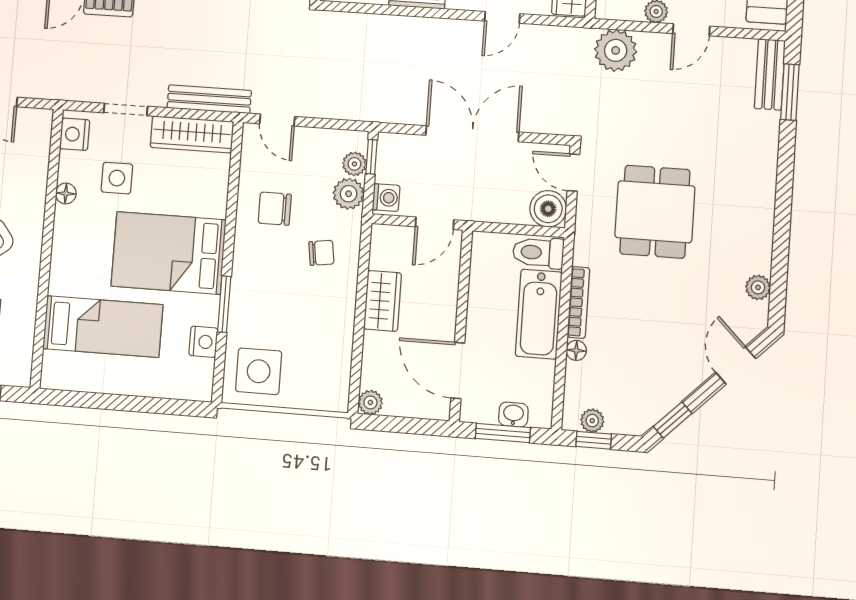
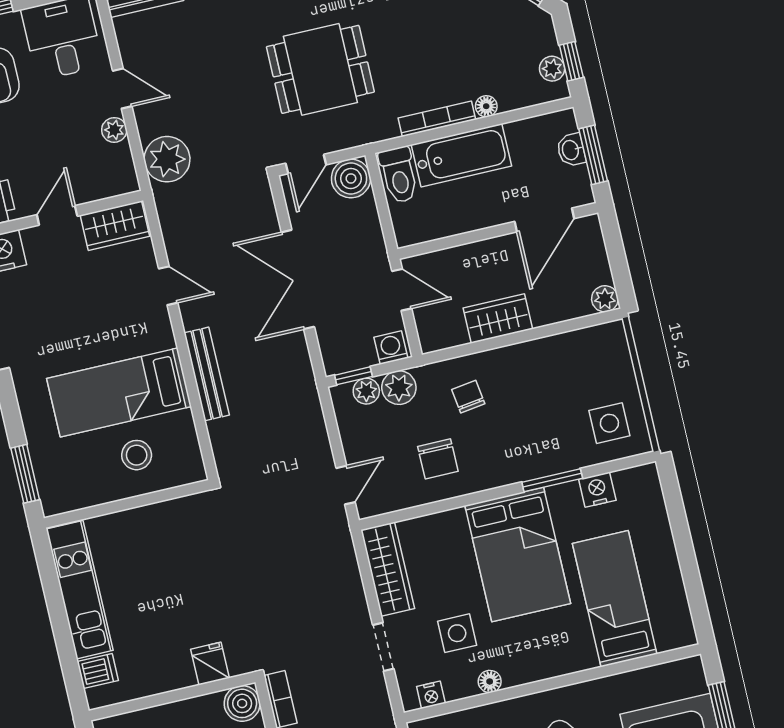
bench: (209, 99) -> (207, 374), moved
nightstand: (75, 134) -> (431, 695), width x0.72, depth x0.74
side table: (259, 371) -> (609, 423), width x0.73, depth x0.73

